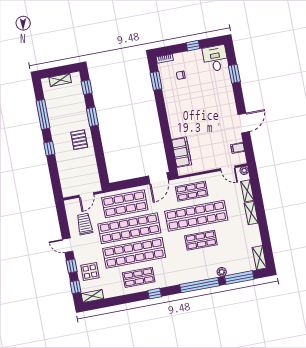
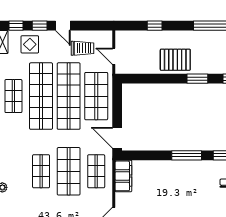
window: (162, 113) -> (187, 155), added
pallet: (79, 140) -> (175, 60), width x1.50, depth x1.42
window: (49, 149) -> (155, 26), moved
filing cabinet: (182, 152) -> (123, 176), moved, turned -90
shop shelf: (196, 216) -> (69, 171), width x0.71
door: (68, 245) -> (63, 26), swing flipped

